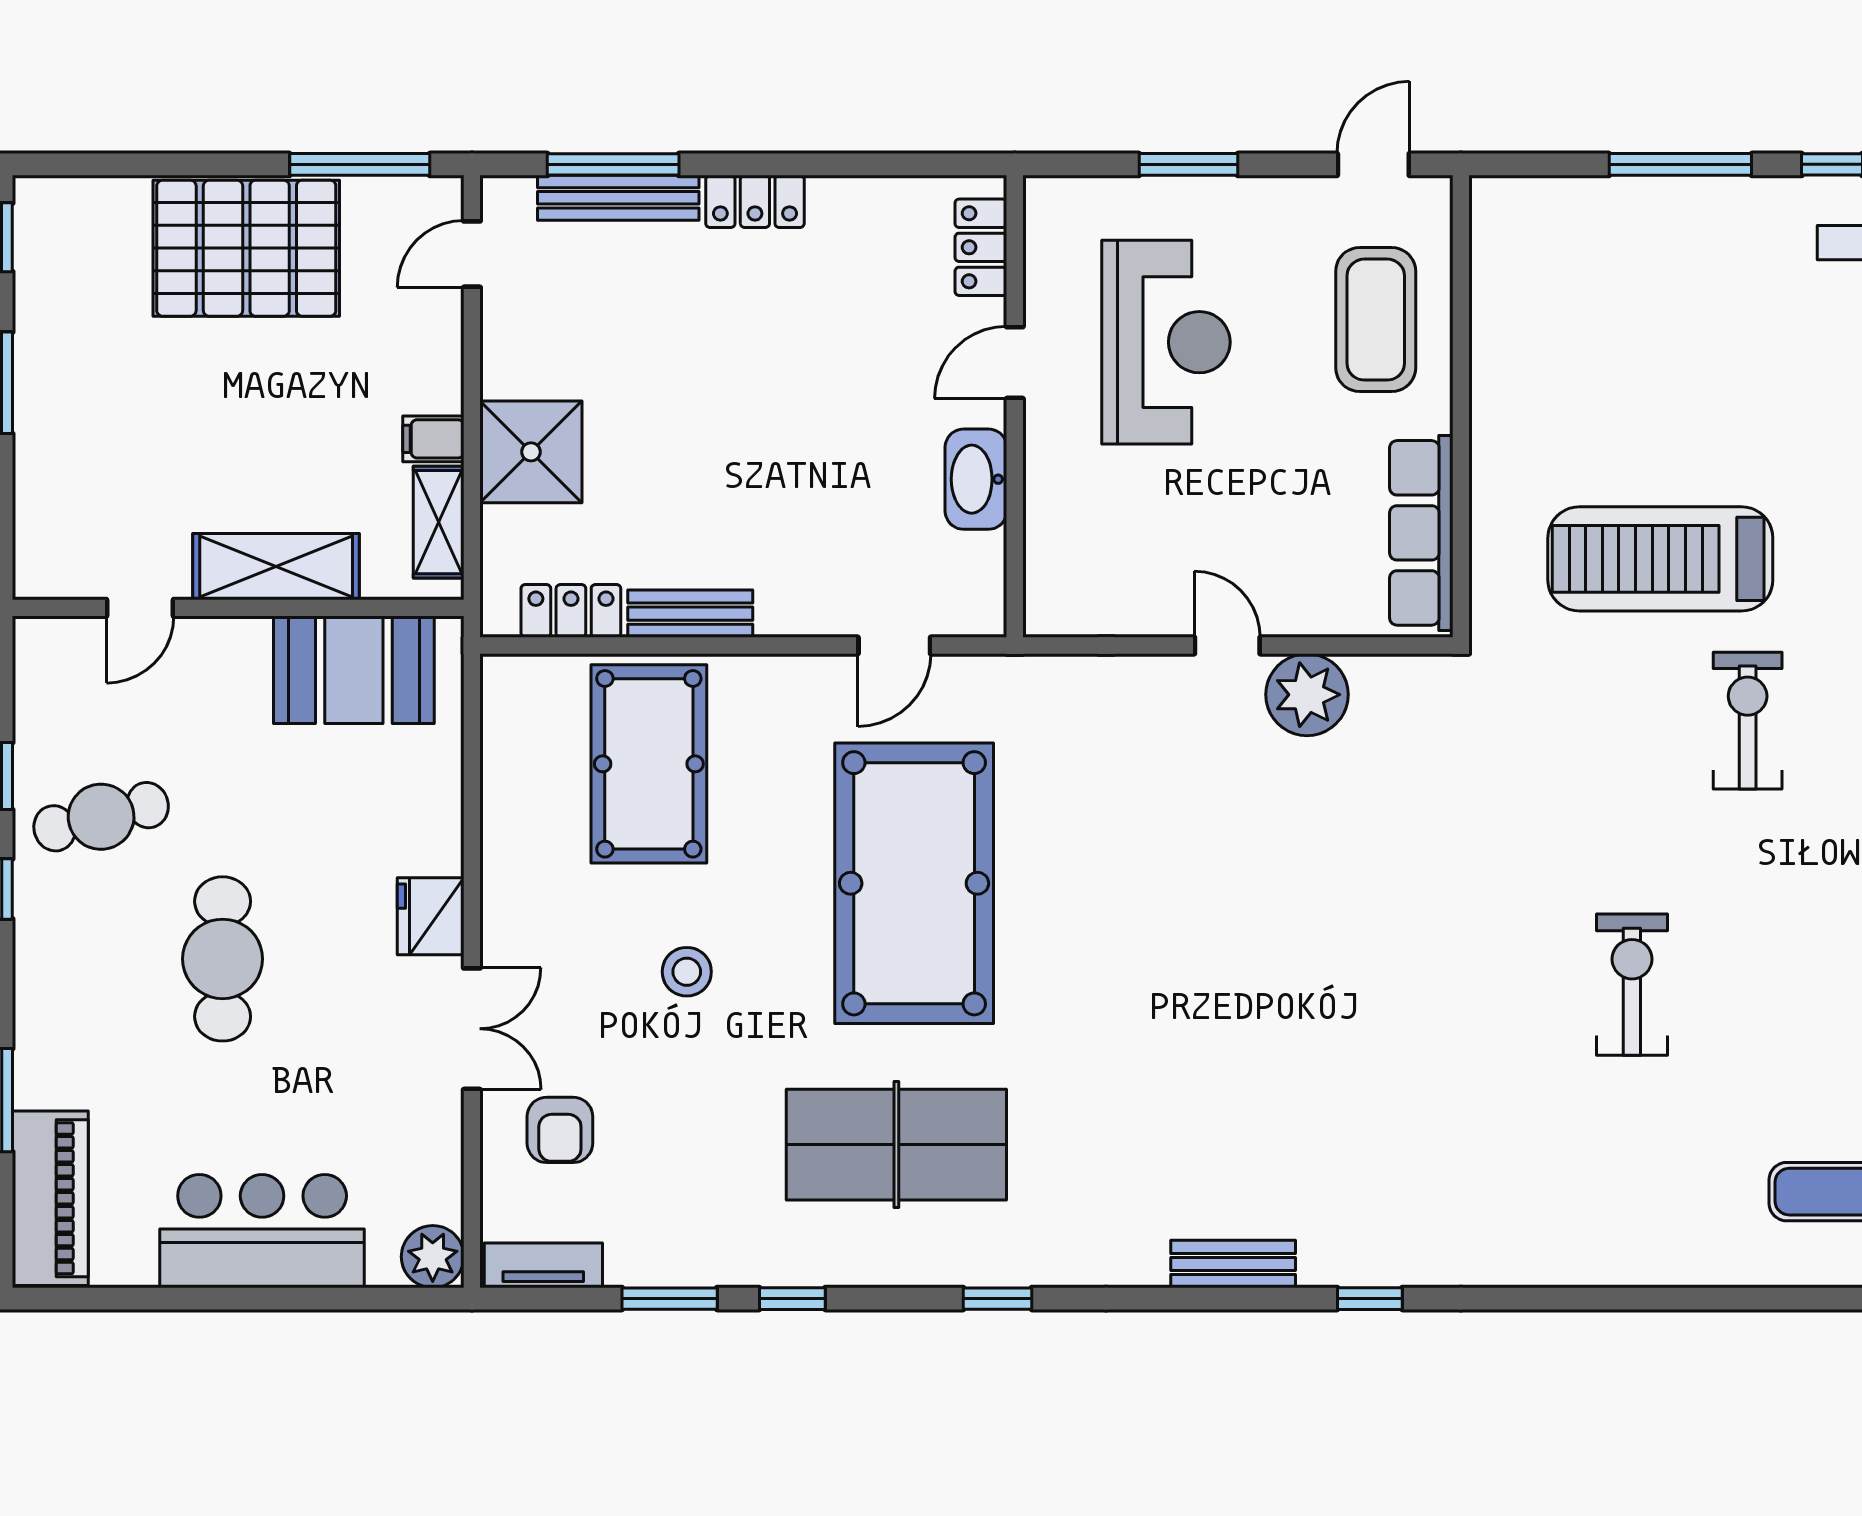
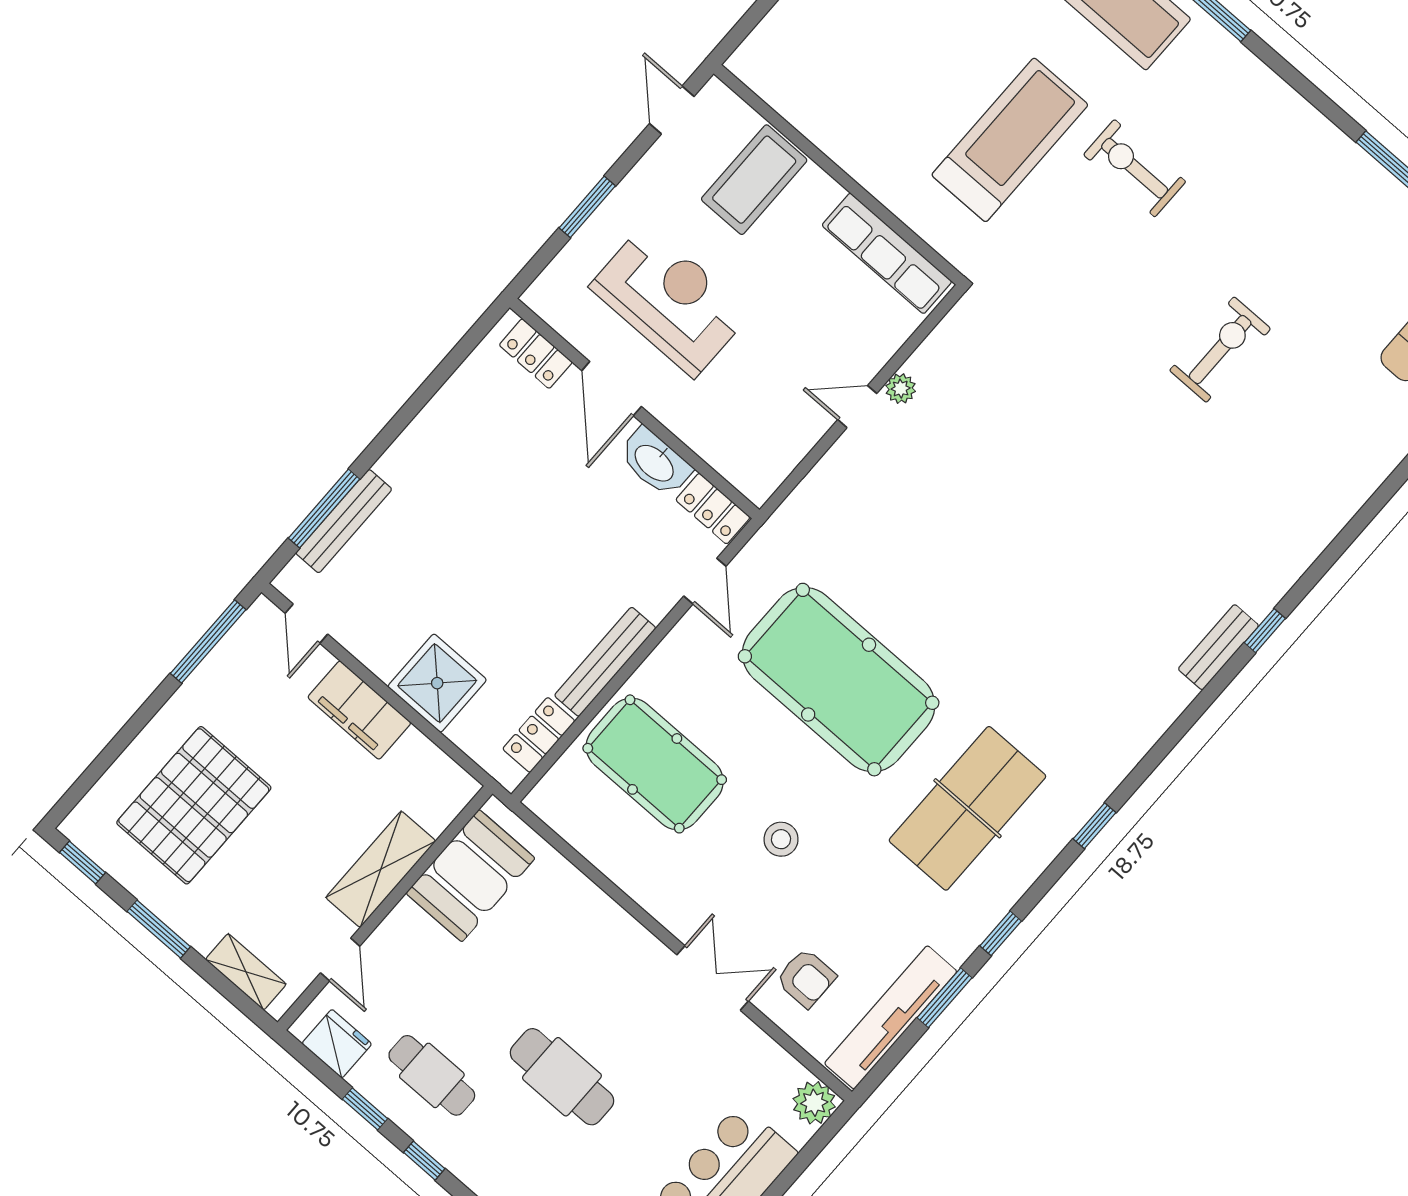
locker: (755, 201) -> (713, 509), moved, turned 90
pallet: (246, 248) -> (194, 805), moved
coffee table: (1376, 320) -> (754, 180), turned 90
door: (1015, 363) -> (612, 389), width x1.38
filing cabinet: (433, 439) -> (359, 710), width x3.00, depth x1.17
shelving: (439, 522) -> (246, 972), moved
treadmill: (1660, 559) -> (1010, 140), turned 180
bench: (690, 614) -> (605, 662), width x1.36
plant: (1307, 695) -> (901, 389), width x0.53, depth x0.53
cafe table: (101, 817) -> (432, 1075), turned -76
fridge: (431, 916) -> (337, 1044), moved, turned 180
exercise bike: (1632, 985) -> (1220, 350), turned 90
bench: (1233, 1264) -> (1218, 647), moved
tv unit: (543, 1265) -> (891, 1017), width x1.92, depth x1.29

